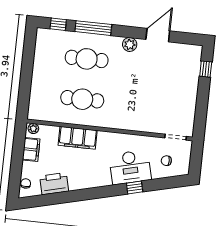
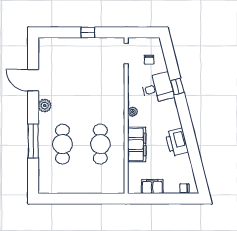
window: (58, 24) -> (33, 174), removed
window: (206, 69) -> (88, 32), moved
plant: (33, 128) -> (133, 112), moved
desk: (130, 167) -> (158, 88), width x0.73
printer: (54, 184) -> (177, 142), moved

